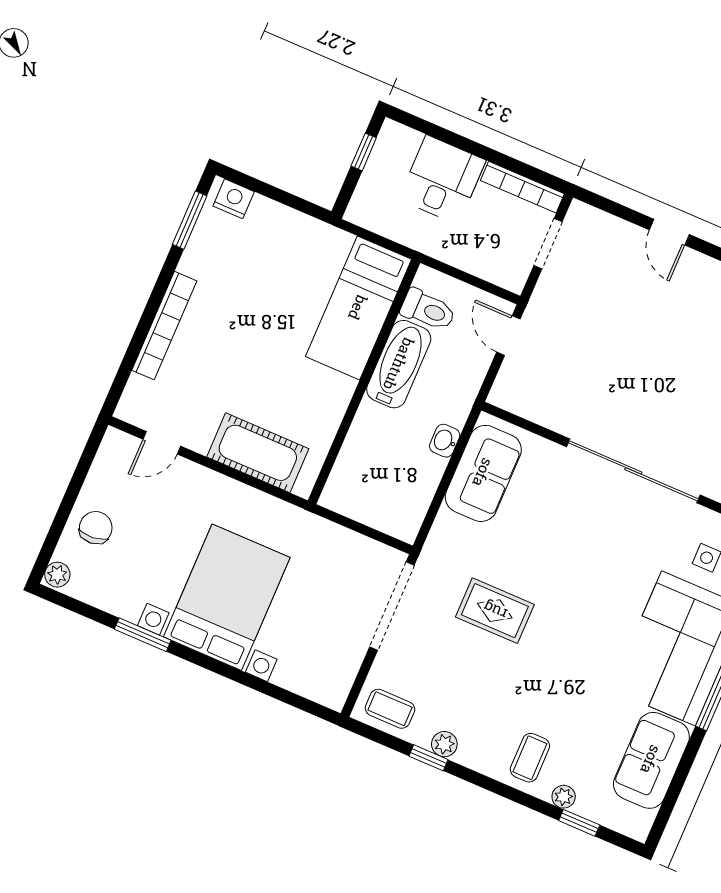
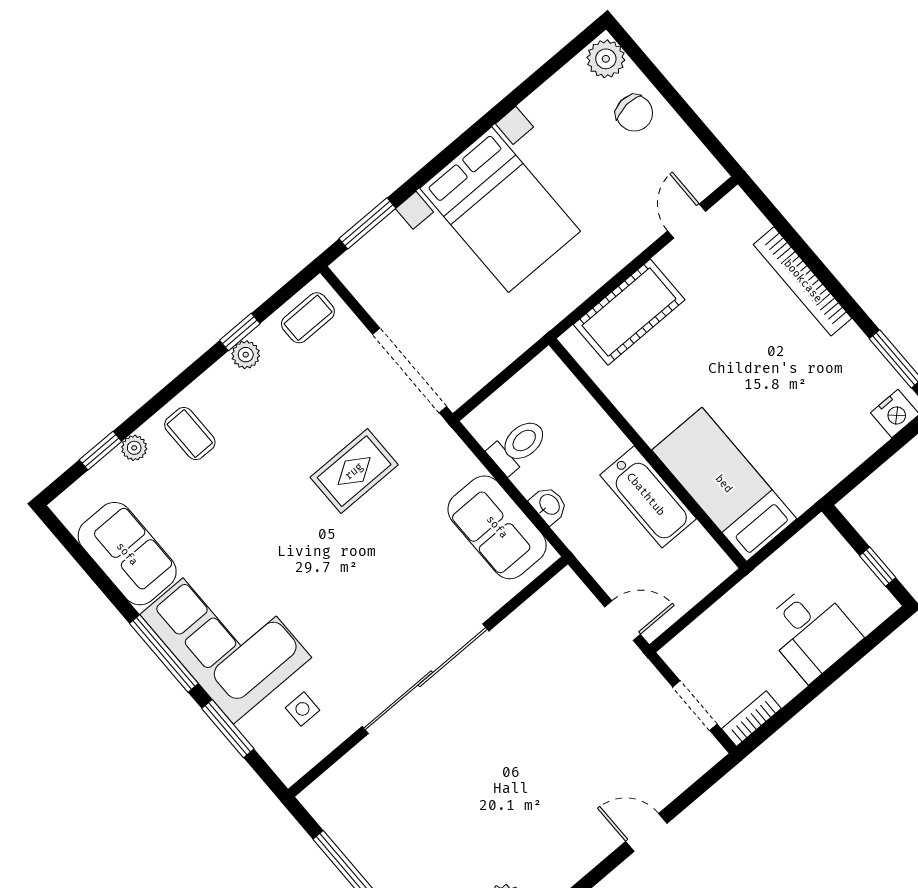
bookcase: (522, 187) -> (751, 719), width x0.64
toilet: (428, 310) -> (518, 446), moved, turned 180
plant: (57, 575) -> (606, 59), width x1.38, depth x1.38
window: (143, 635) -> (367, 223), moved

